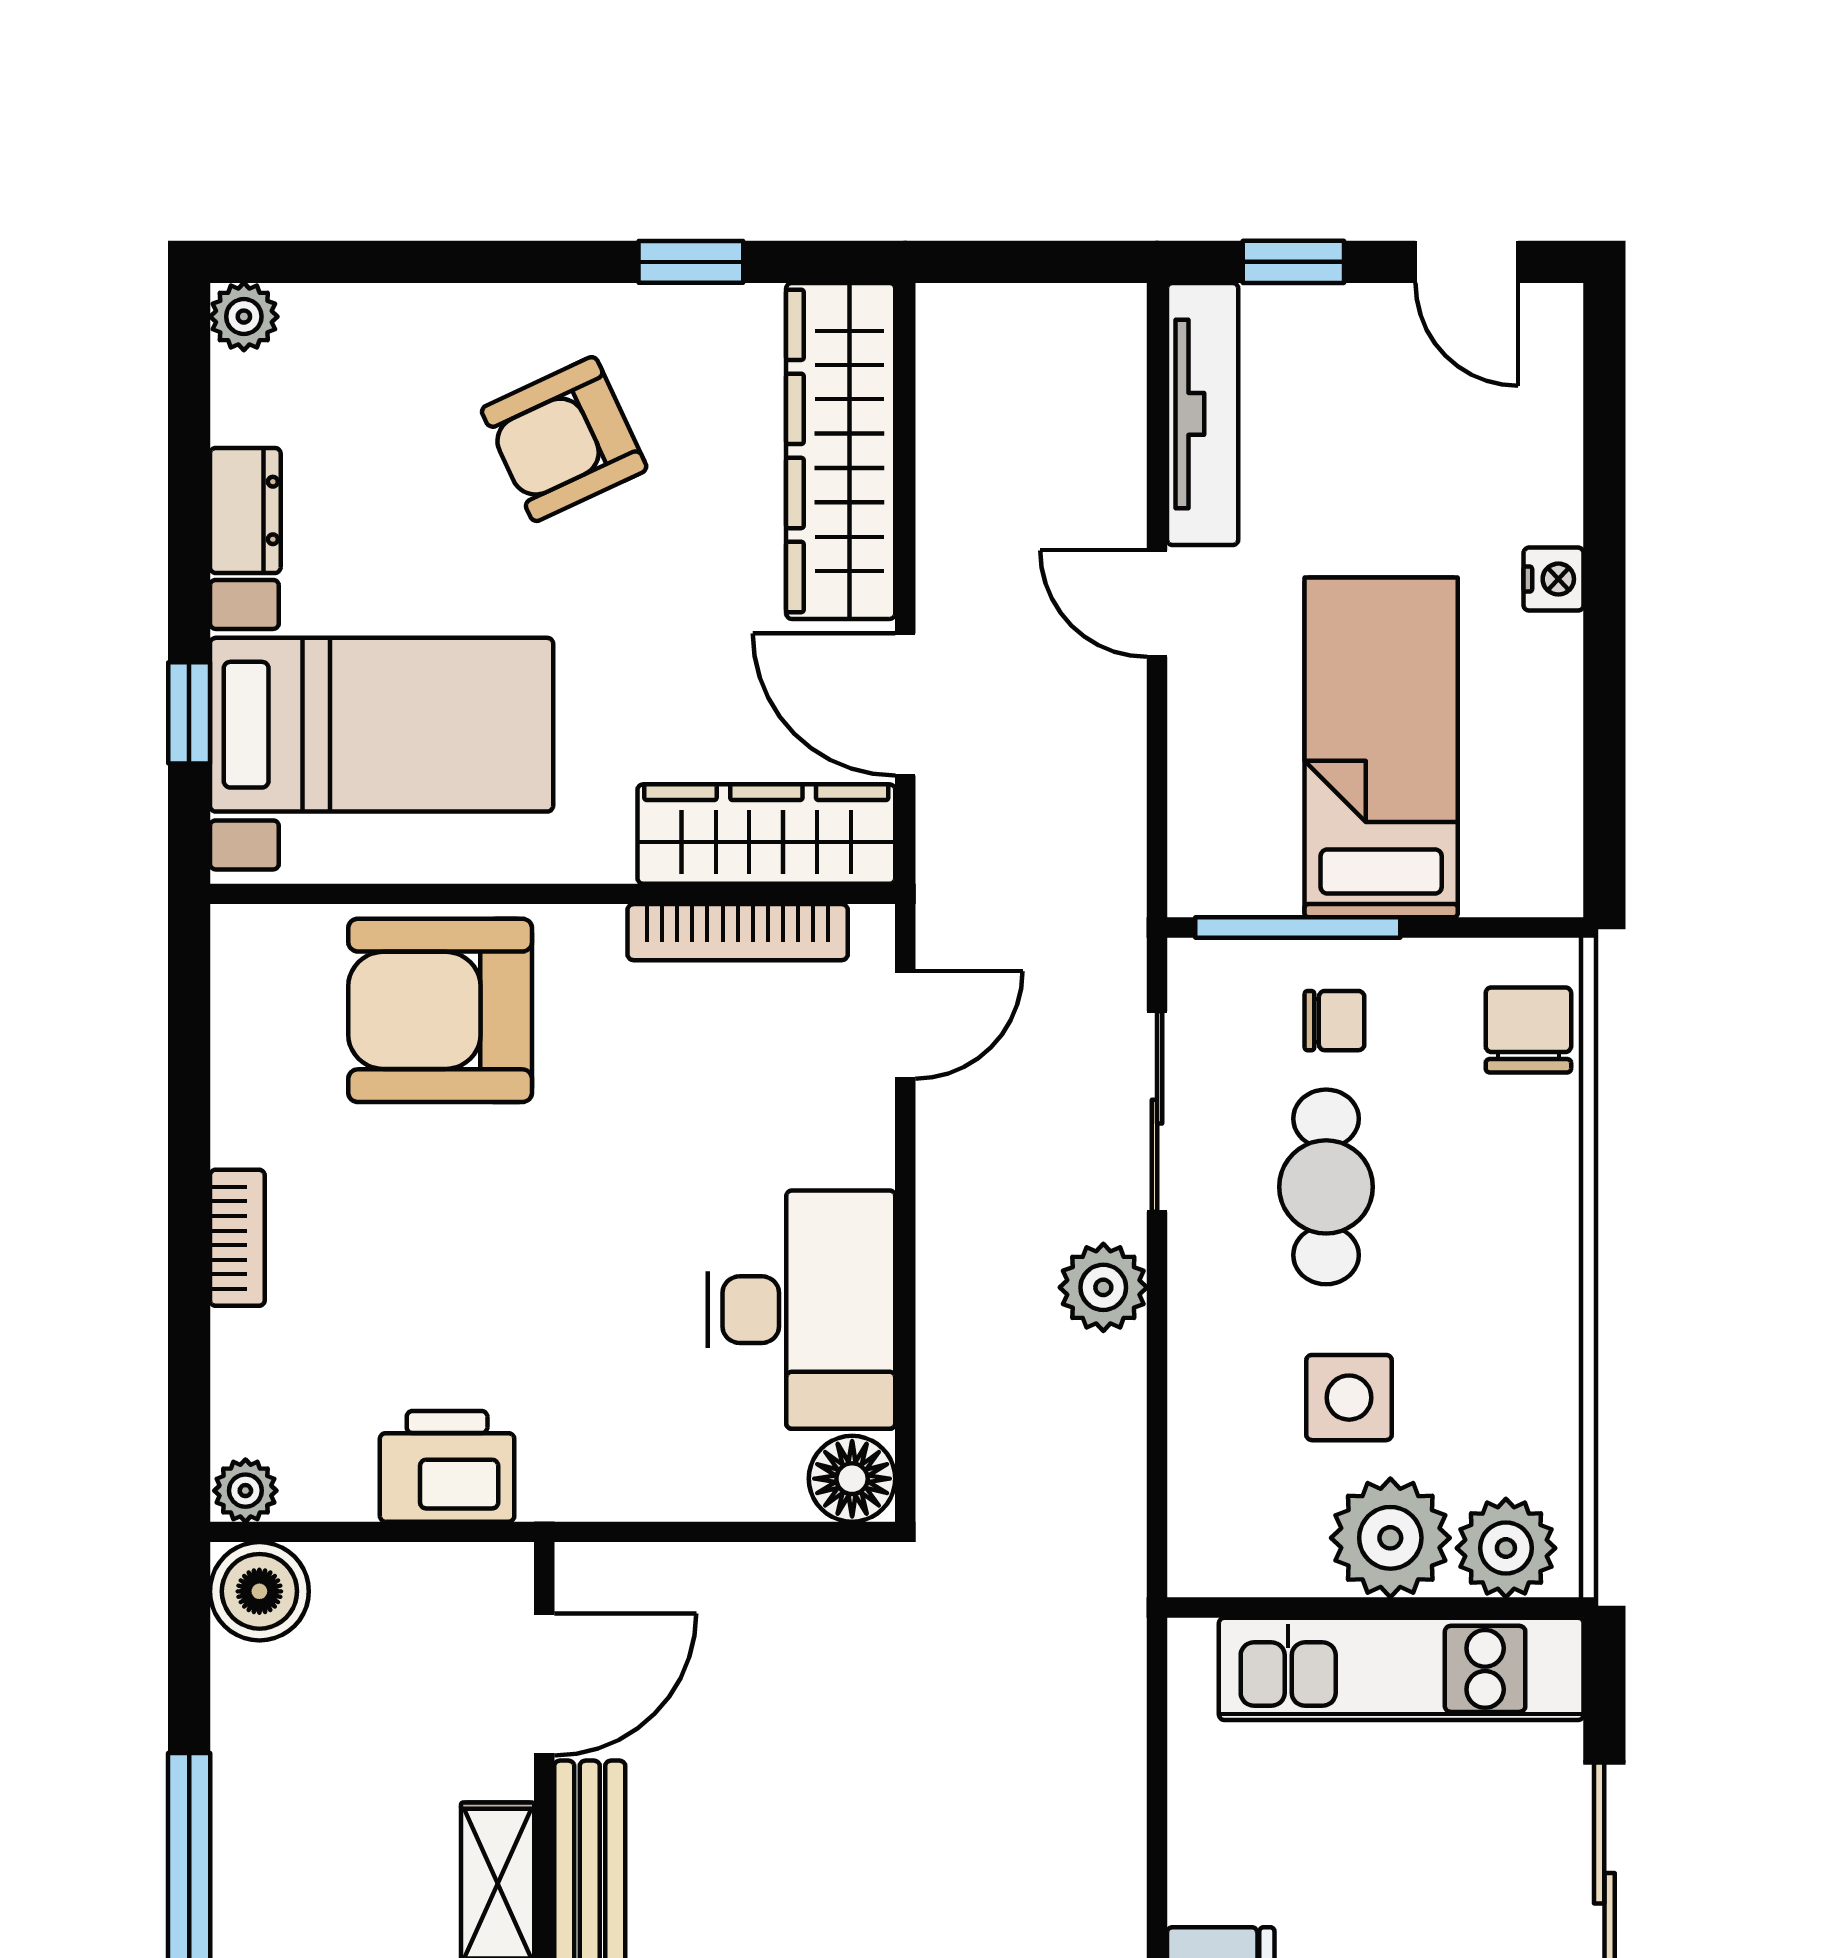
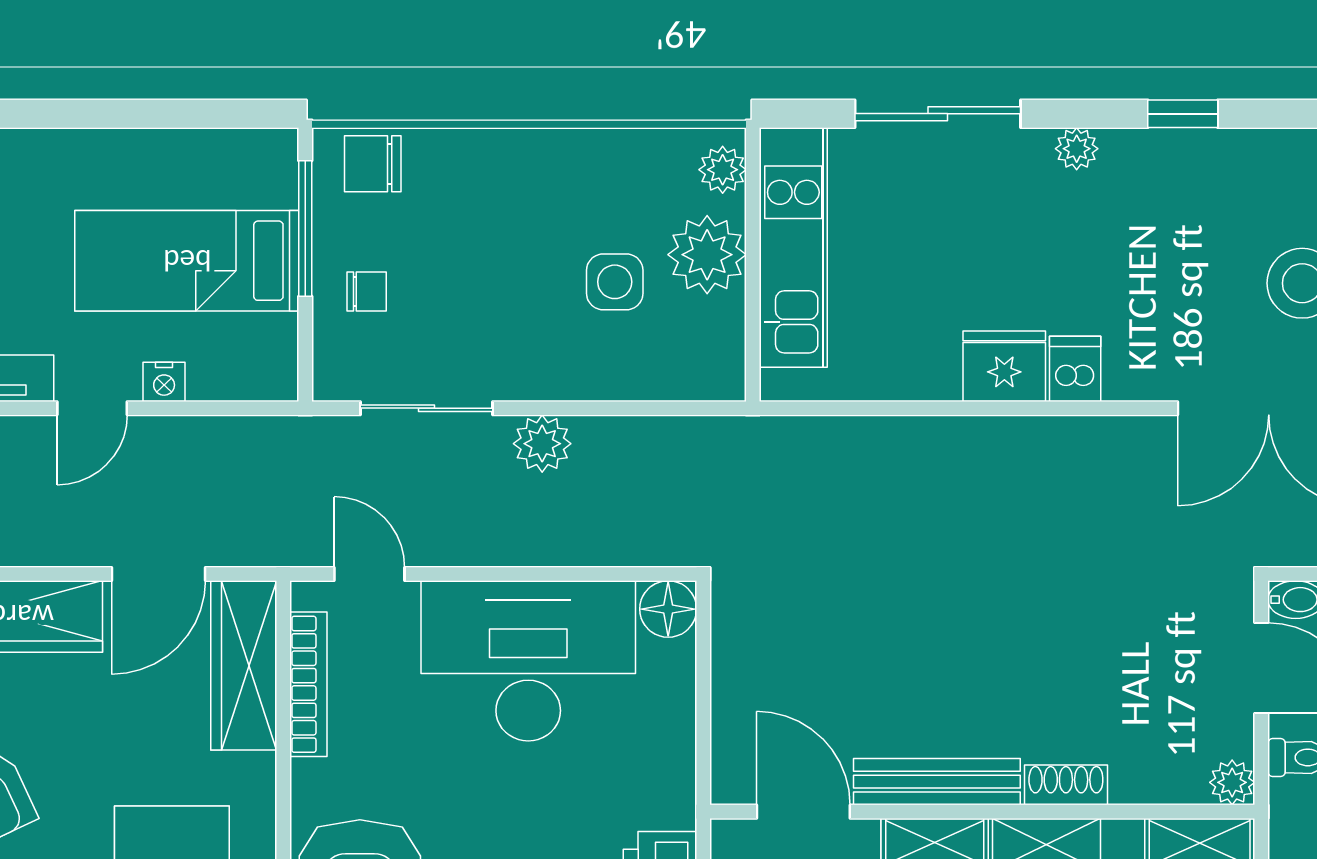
nightstand: (1554, 579) -> (164, 382), moved, turned 180
window: (1298, 927) -> (305, 228), moved
chair: (1334, 1021) -> (367, 291), turned 90
cafe table: (1326, 1187) -> (476, 297), removed
desk: (801, 1310) -> (528, 661), width x1.36, depth x1.30
plant: (1506, 1548) -> (723, 170), width x0.73, depth x0.73

